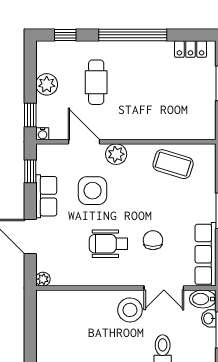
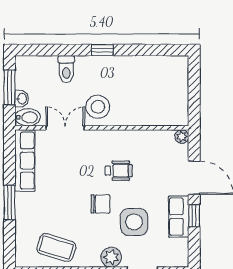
window: (30, 171) -> (194, 216), moved
chair: (153, 240) -> (100, 204), moved, turned -90
wheelchair: (108, 244) -> (119, 171), width x0.73, depth x0.73

